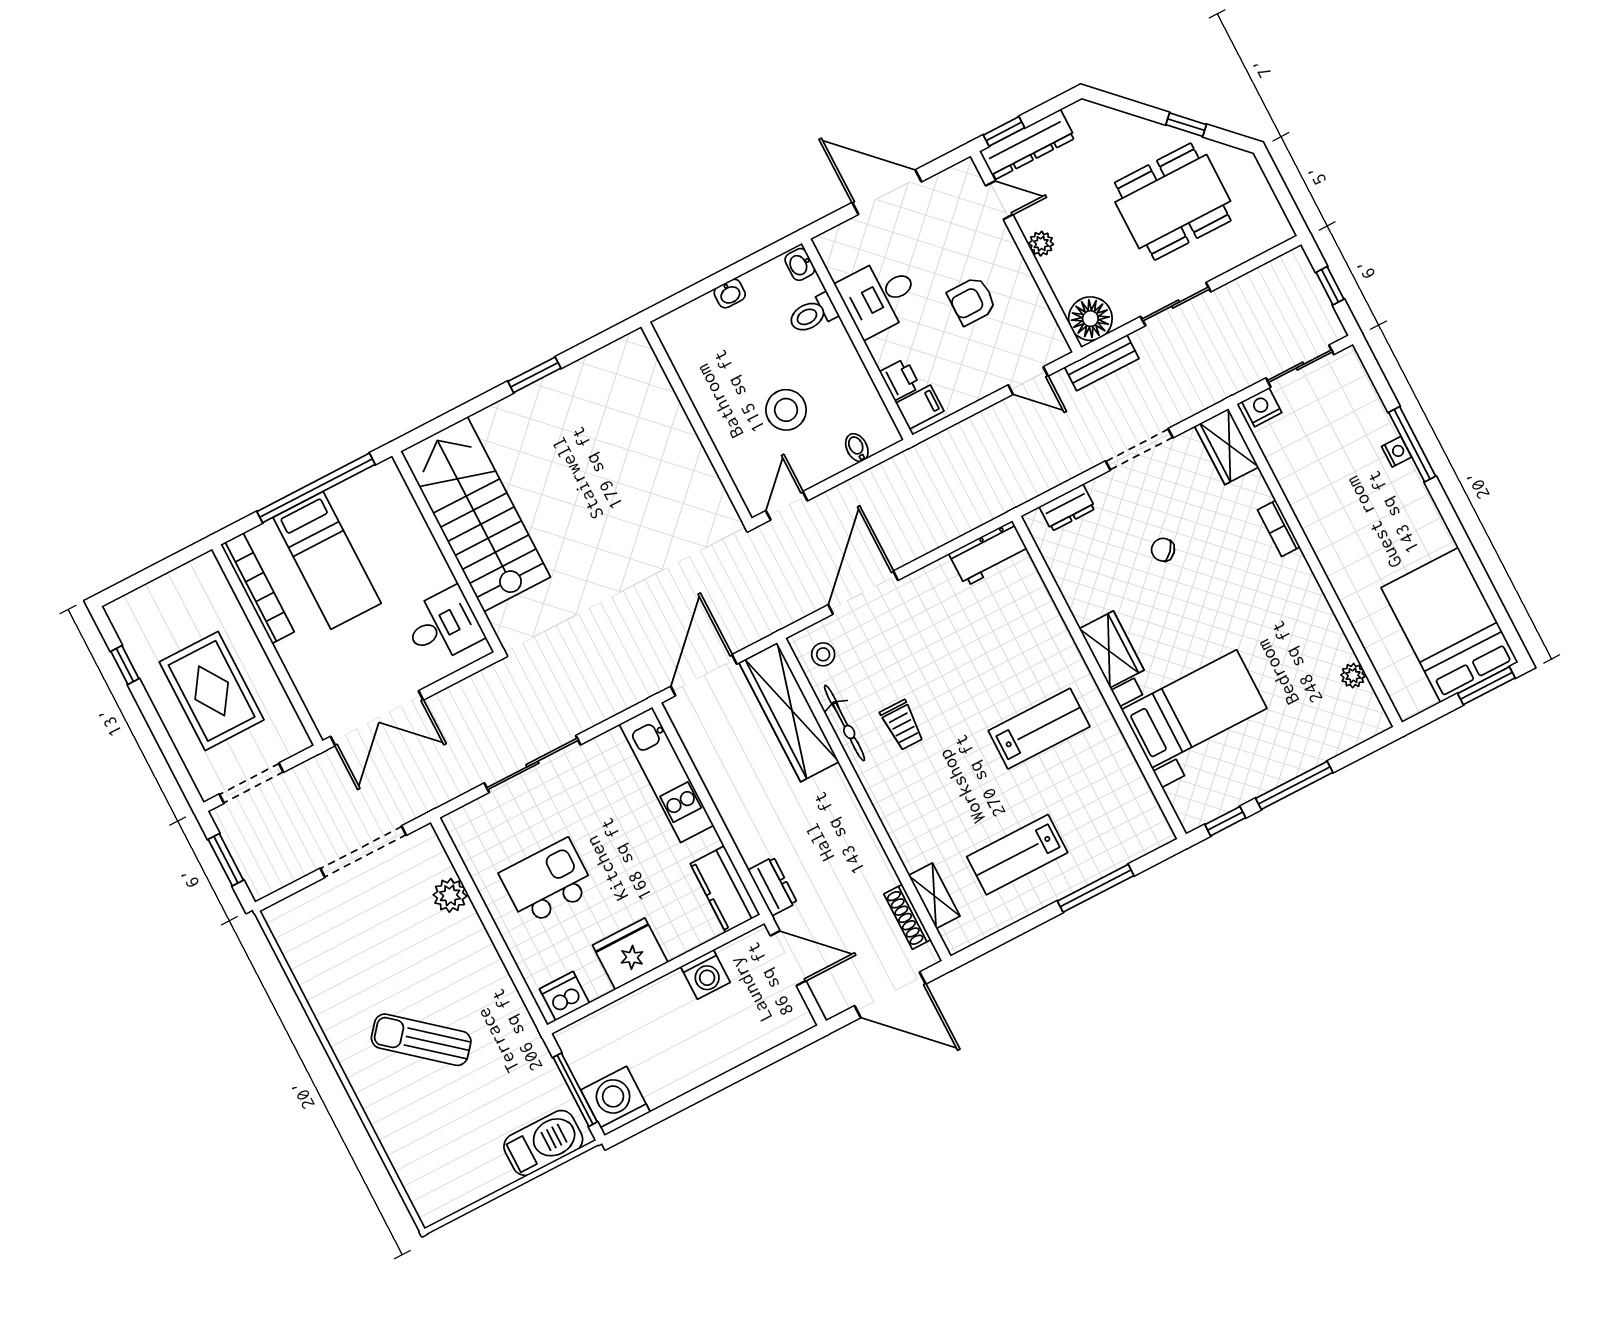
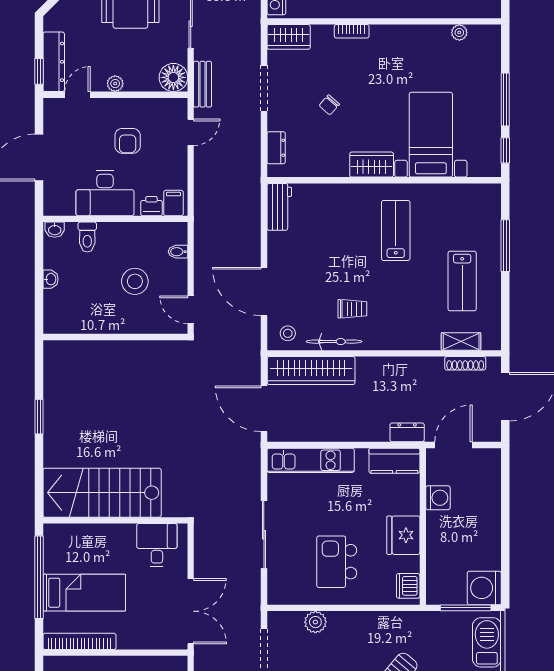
desk: (879, 296) -> (105, 193), width x1.37

